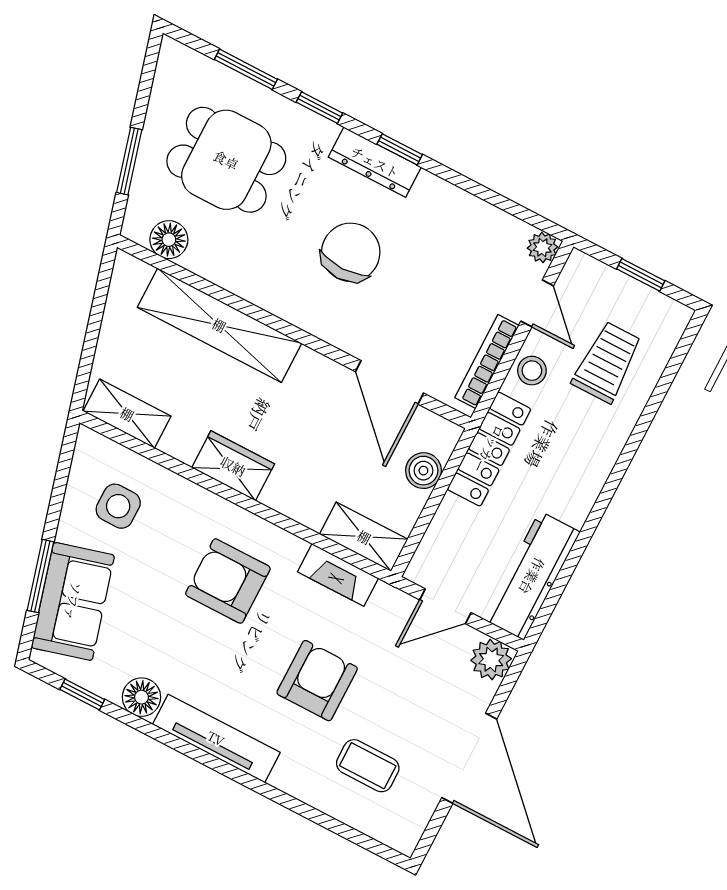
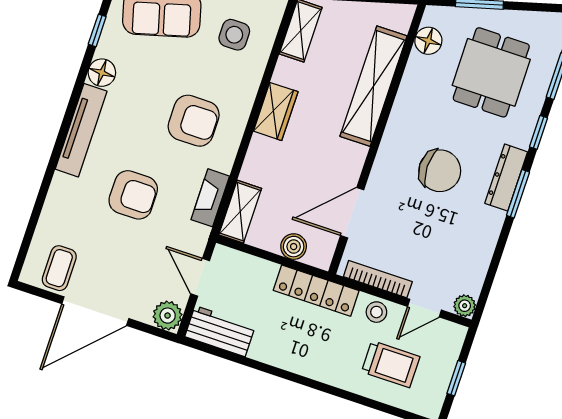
window: (400, 149) -> (518, 194), width x1.50
workbench: (532, 576) -> (220, 331), width x0.73
armchair: (228, 581) -> (194, 121), turned 90
coffee table: (368, 766) -> (59, 268), moved

